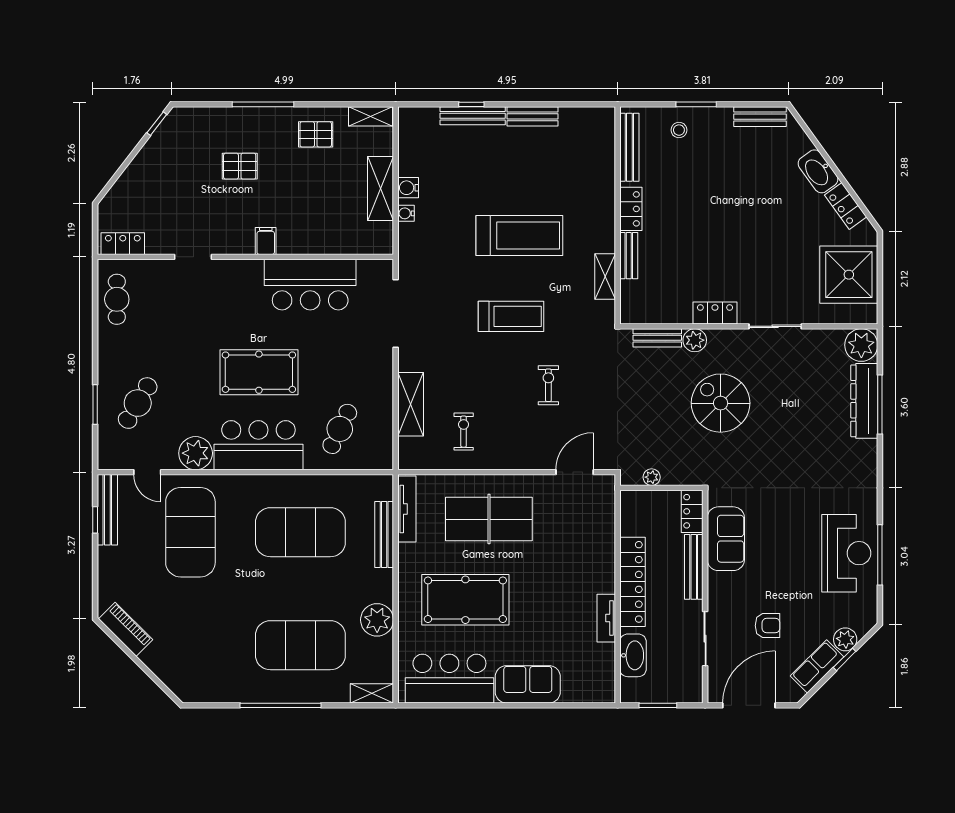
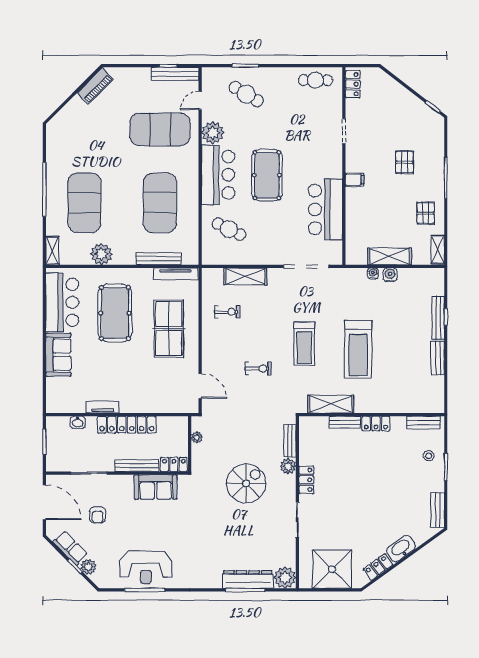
bench: (629, 147) -> (423, 423), width x0.73
shelving: (605, 277) -> (331, 404), width x1.50, depth x1.33
washbasin: (633, 655) -> (78, 422), width x0.52, depth x0.69

